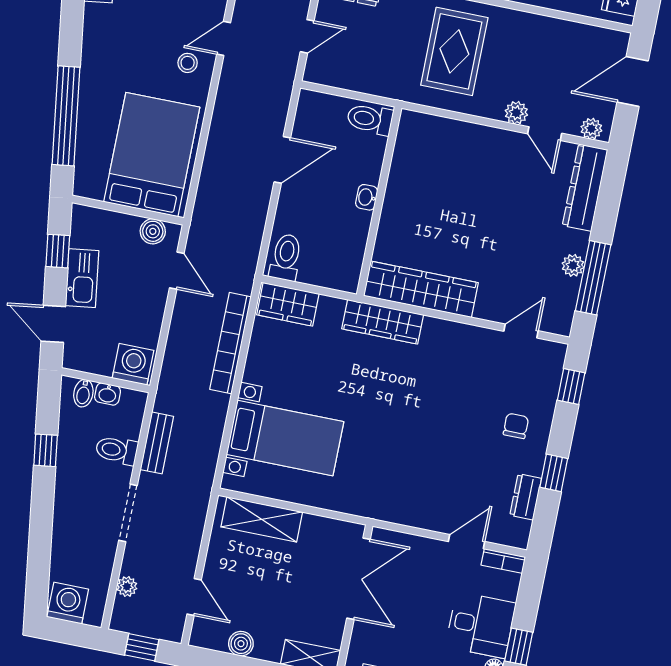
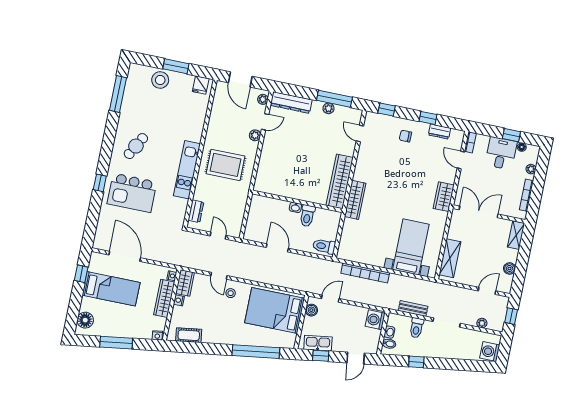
toilet: (370, 119) -> (307, 216), moved
kitchen sink: (82, 278) -> (318, 343), moved
wardrobe: (288, 304) -> (444, 197), moved, turned 180

